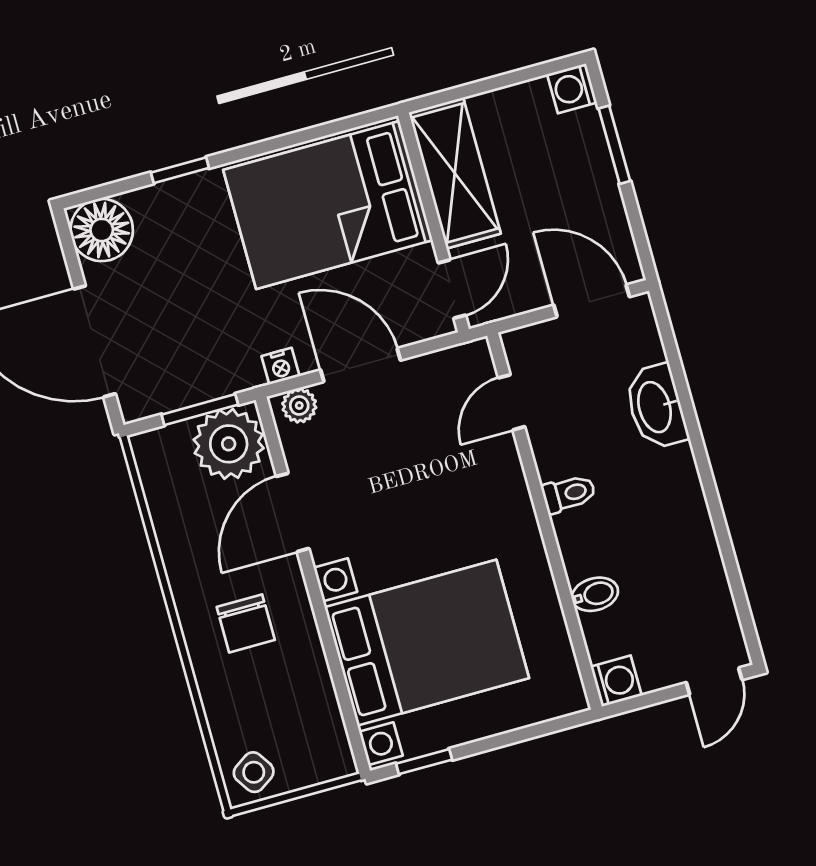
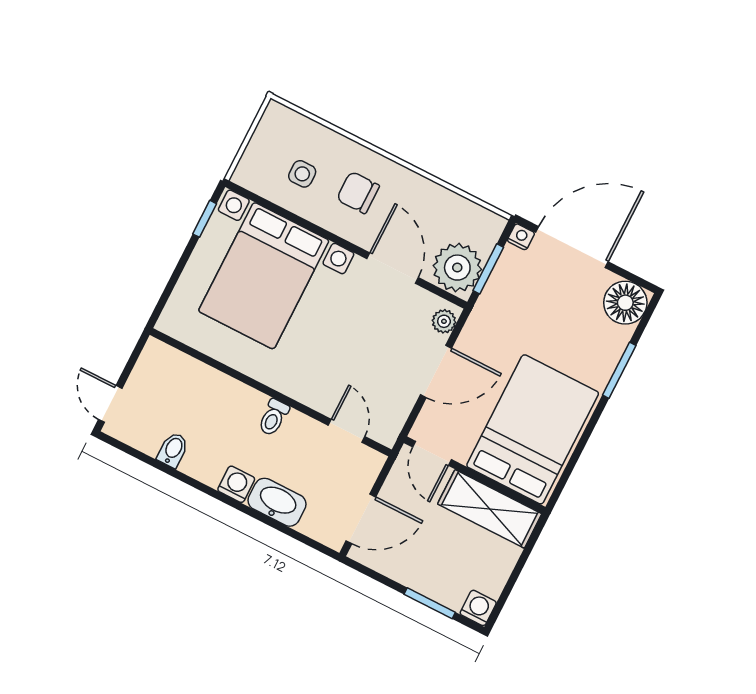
window: (180, 170) -> (619, 370), width x1.50
nightstand: (281, 366) -> (521, 237), moved, turned 90
bidet: (595, 594) -> (173, 450), moved, turned 180
washing machine: (616, 681) -> (236, 484), moved, turned 180
side table: (254, 772) -> (302, 174), moved, turned 34

